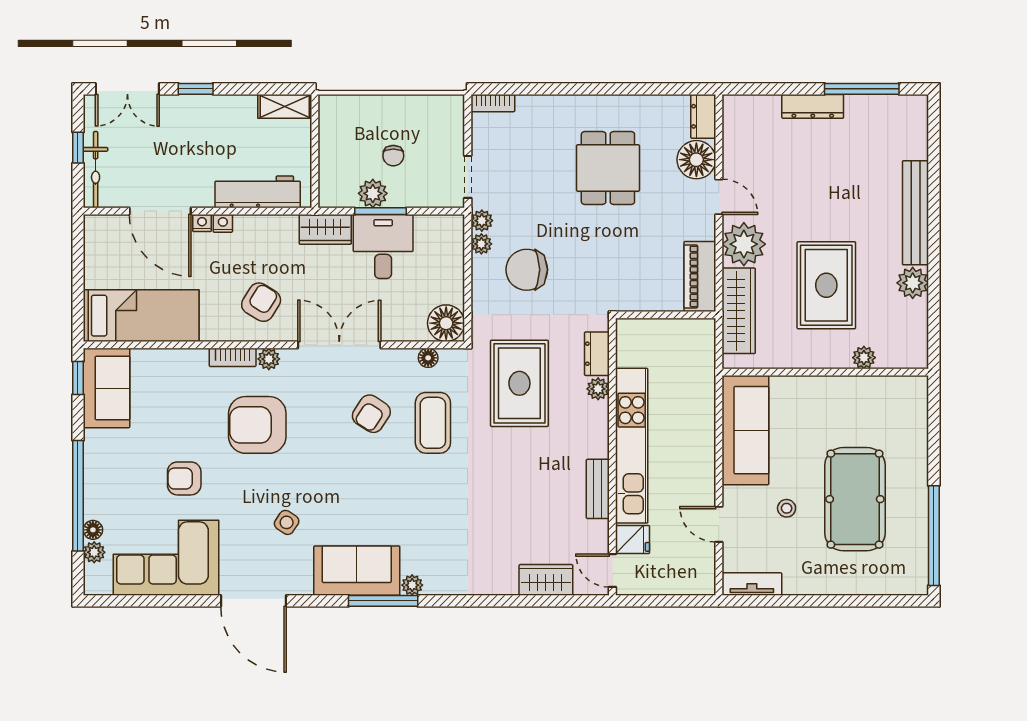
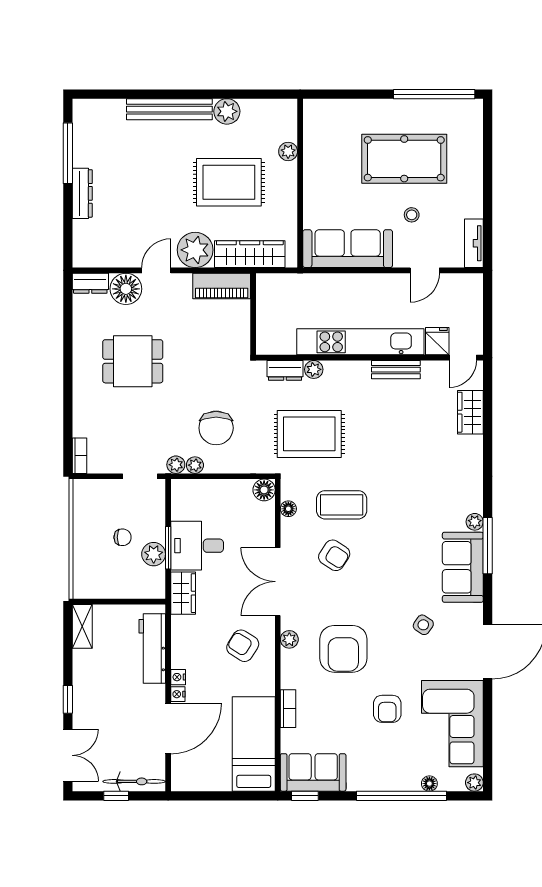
floor lamp: (446, 323) -> (264, 490), width x0.73, depth x0.73
bookcase: (233, 357) -> (288, 709), moved
plant: (94, 552) -> (474, 783), moved

